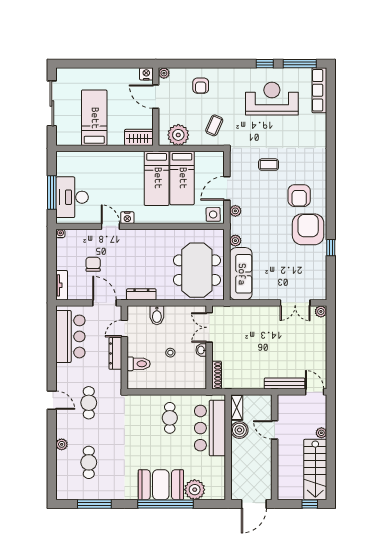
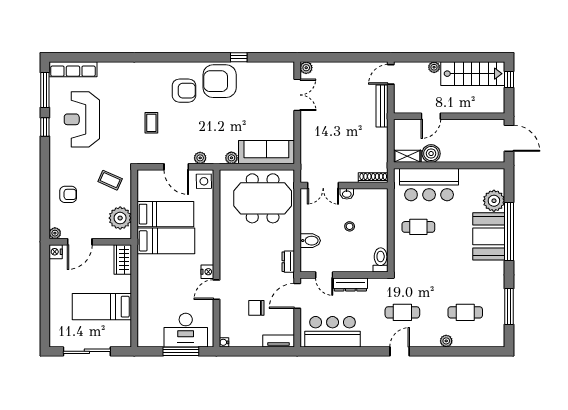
dresser: (141, 294) -> (288, 262), width x0.70
toilet: (139, 364) -> (381, 260), moved

